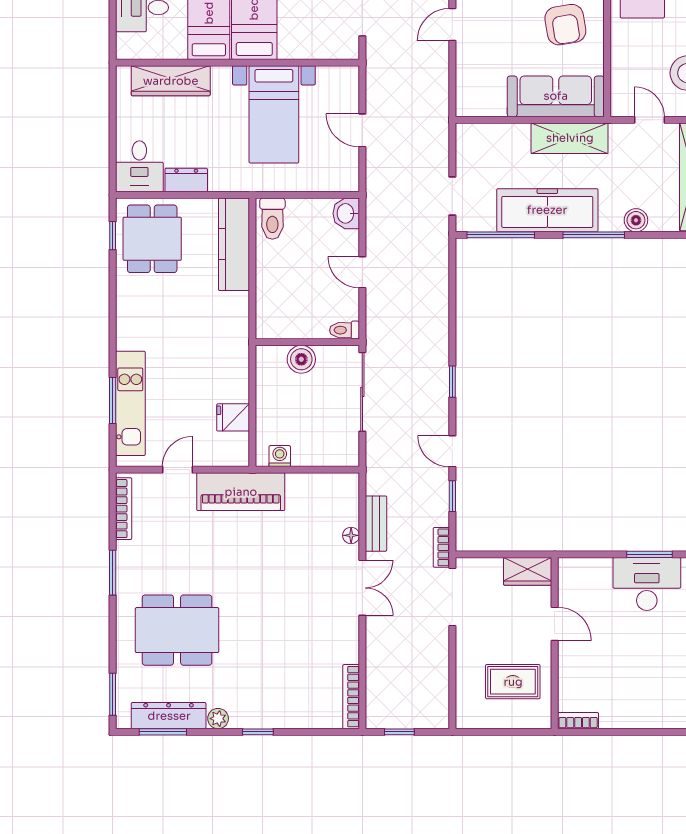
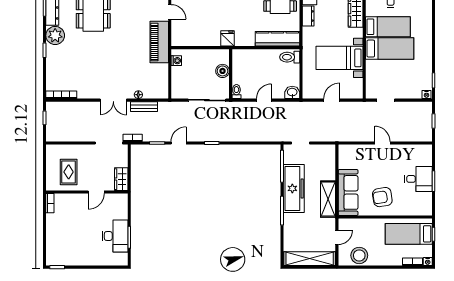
boiler: (636, 220) -> (289, 231), removed
fridge: (233, 417) -> (227, 38), moved
plant: (218, 719) -> (55, 35), width x1.87, depth x1.87

